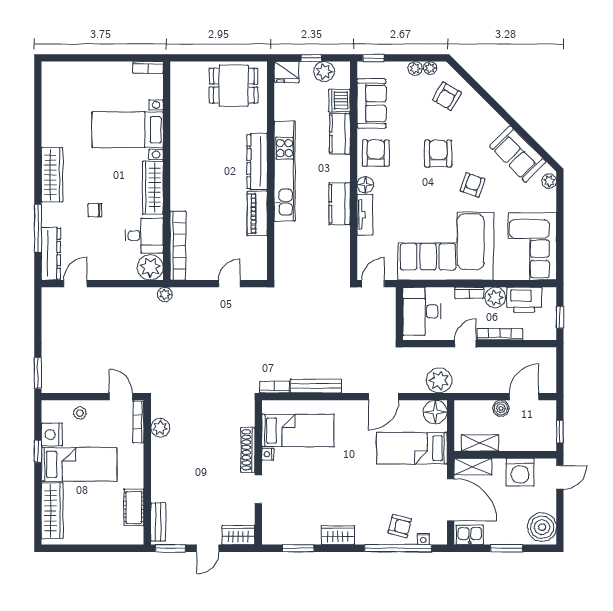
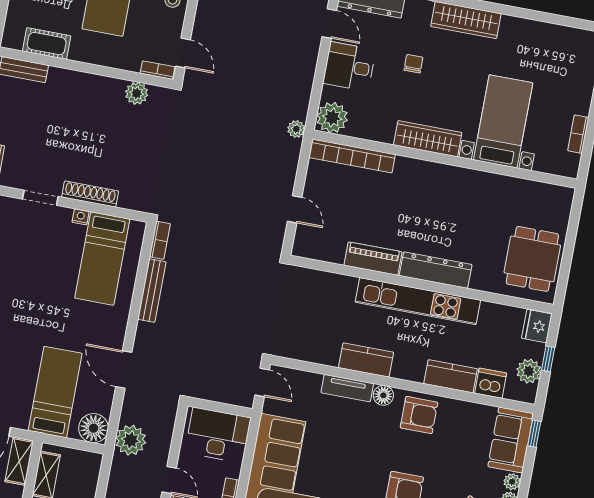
bookcase: (148, 67) -> (578, 134), moved
sofa: (372, 103) -> (511, 440), moved, turned 90
desk: (144, 236) -> (349, 67), moved, turned 90
door: (121, 397) -> (183, 53), hinge flipped
bookcase: (138, 422) -> (158, 70), width x0.64

